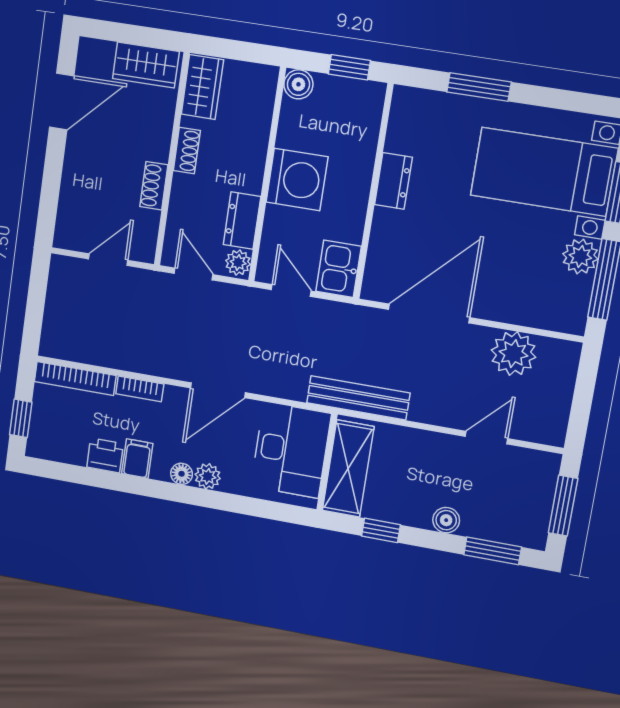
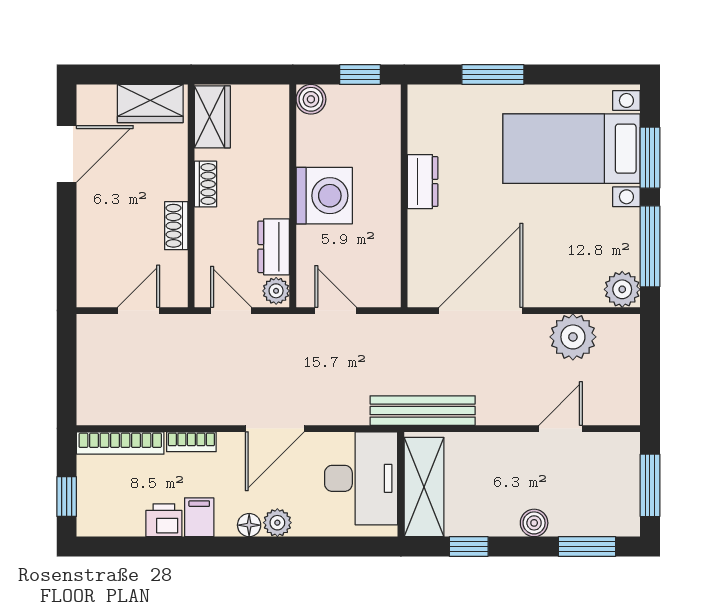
plant: (580, 256) -> (622, 289), moved
kitchen sink: (339, 269) -> (381, 280), removed

